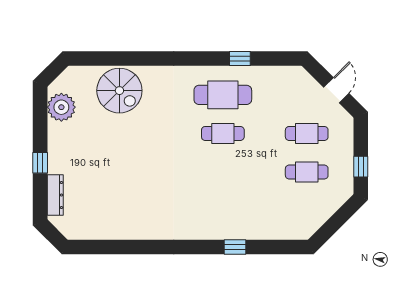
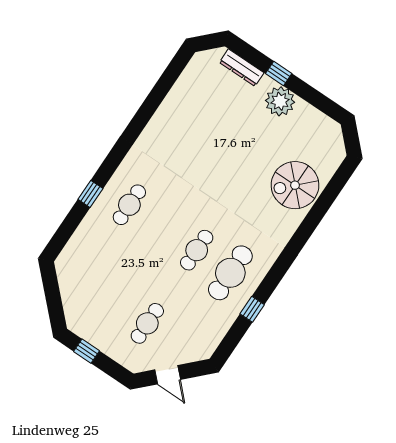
plant: (61, 107) -> (280, 101), moved
cafe table: (307, 172) -> (129, 205), moved

